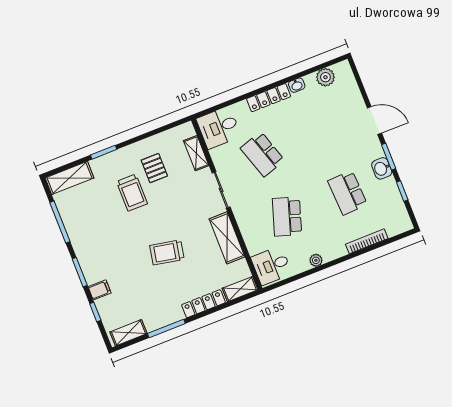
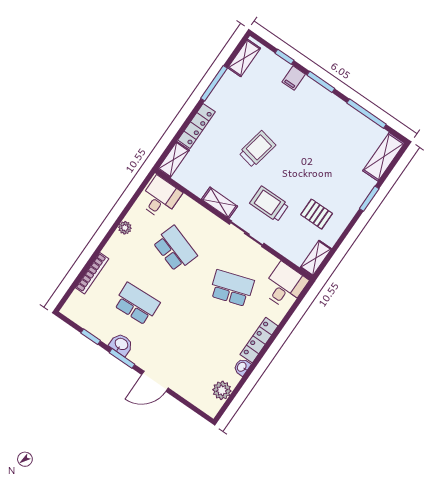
shelving: (196, 153) -> (316, 258), moved, turned 90
trolley: (132, 193) -> (269, 204), moved
shelving: (227, 238) -> (219, 203), width x0.67, depth x0.75

